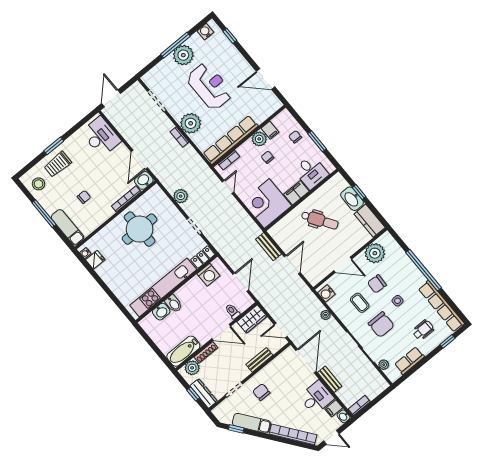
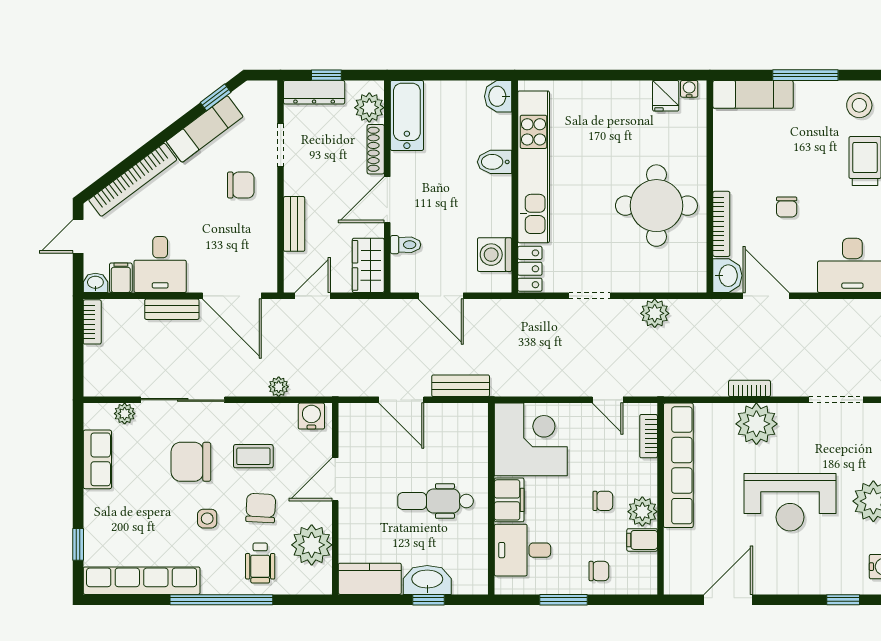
chair: (84, 197) -> (787, 207), moved
dental chair: (320, 220) -> (436, 501), turned 33
washbasin: (161, 312) -> (498, 96), moved
wheelchair: (423, 330) -> (260, 563), moved

